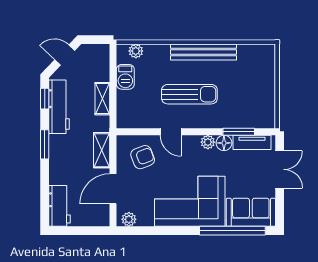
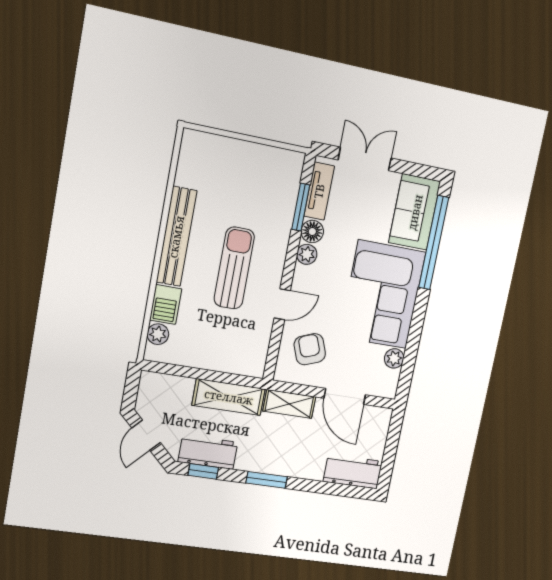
barbecue: (125, 77) -> (166, 304), moved, turned 90
shelving: (102, 99) -> (229, 397), width x1.50, depth x1.33
workbench: (59, 107) -> (208, 452), width x0.73
plant: (129, 219) -> (394, 358), moved

